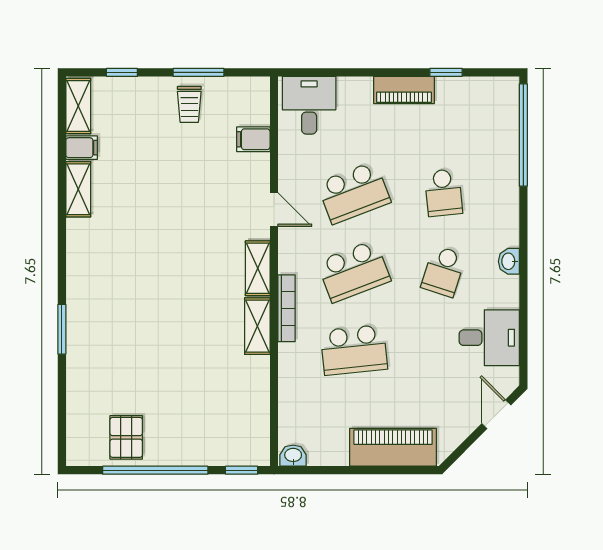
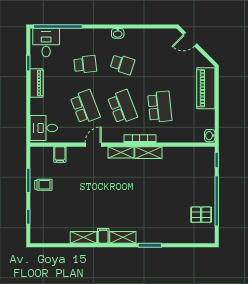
shelving: (78, 106) -> (123, 237), moved
filing cabinet: (82, 148) -> (103, 236), moved
desk: (489, 338) -> (46, 43), moved

